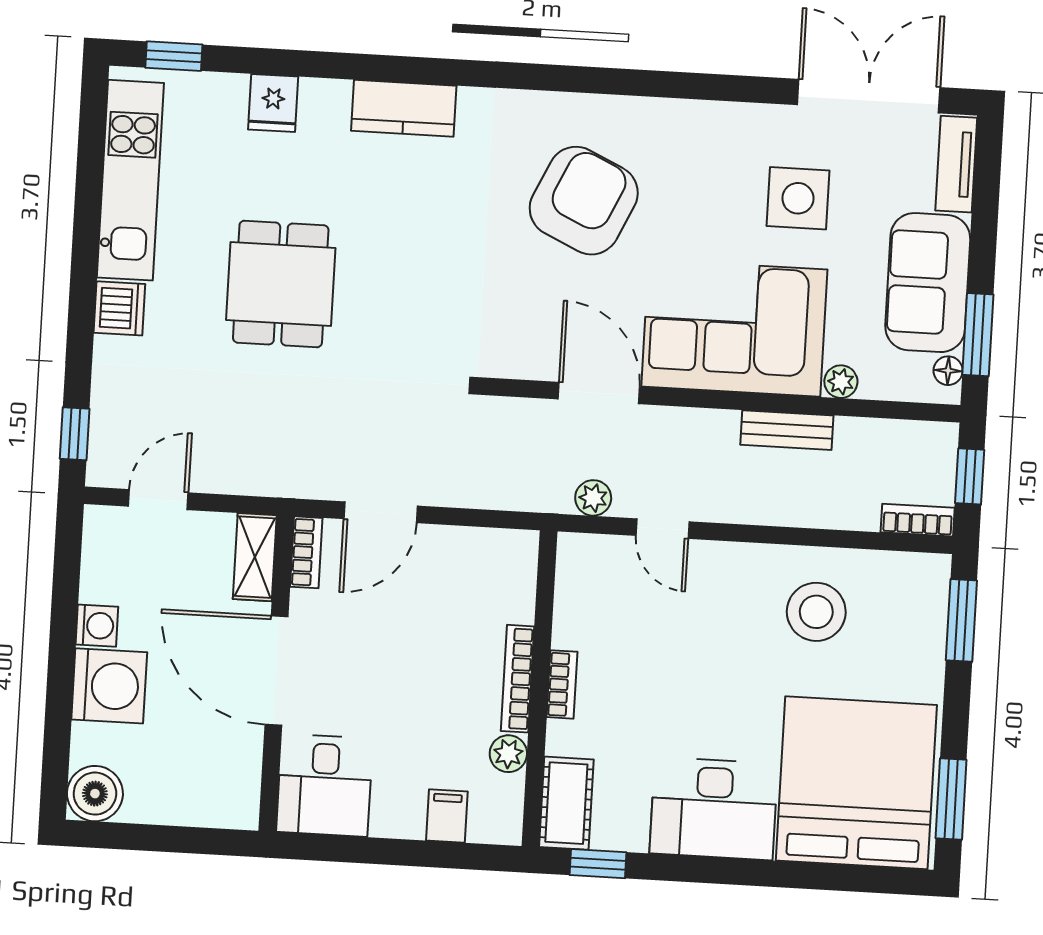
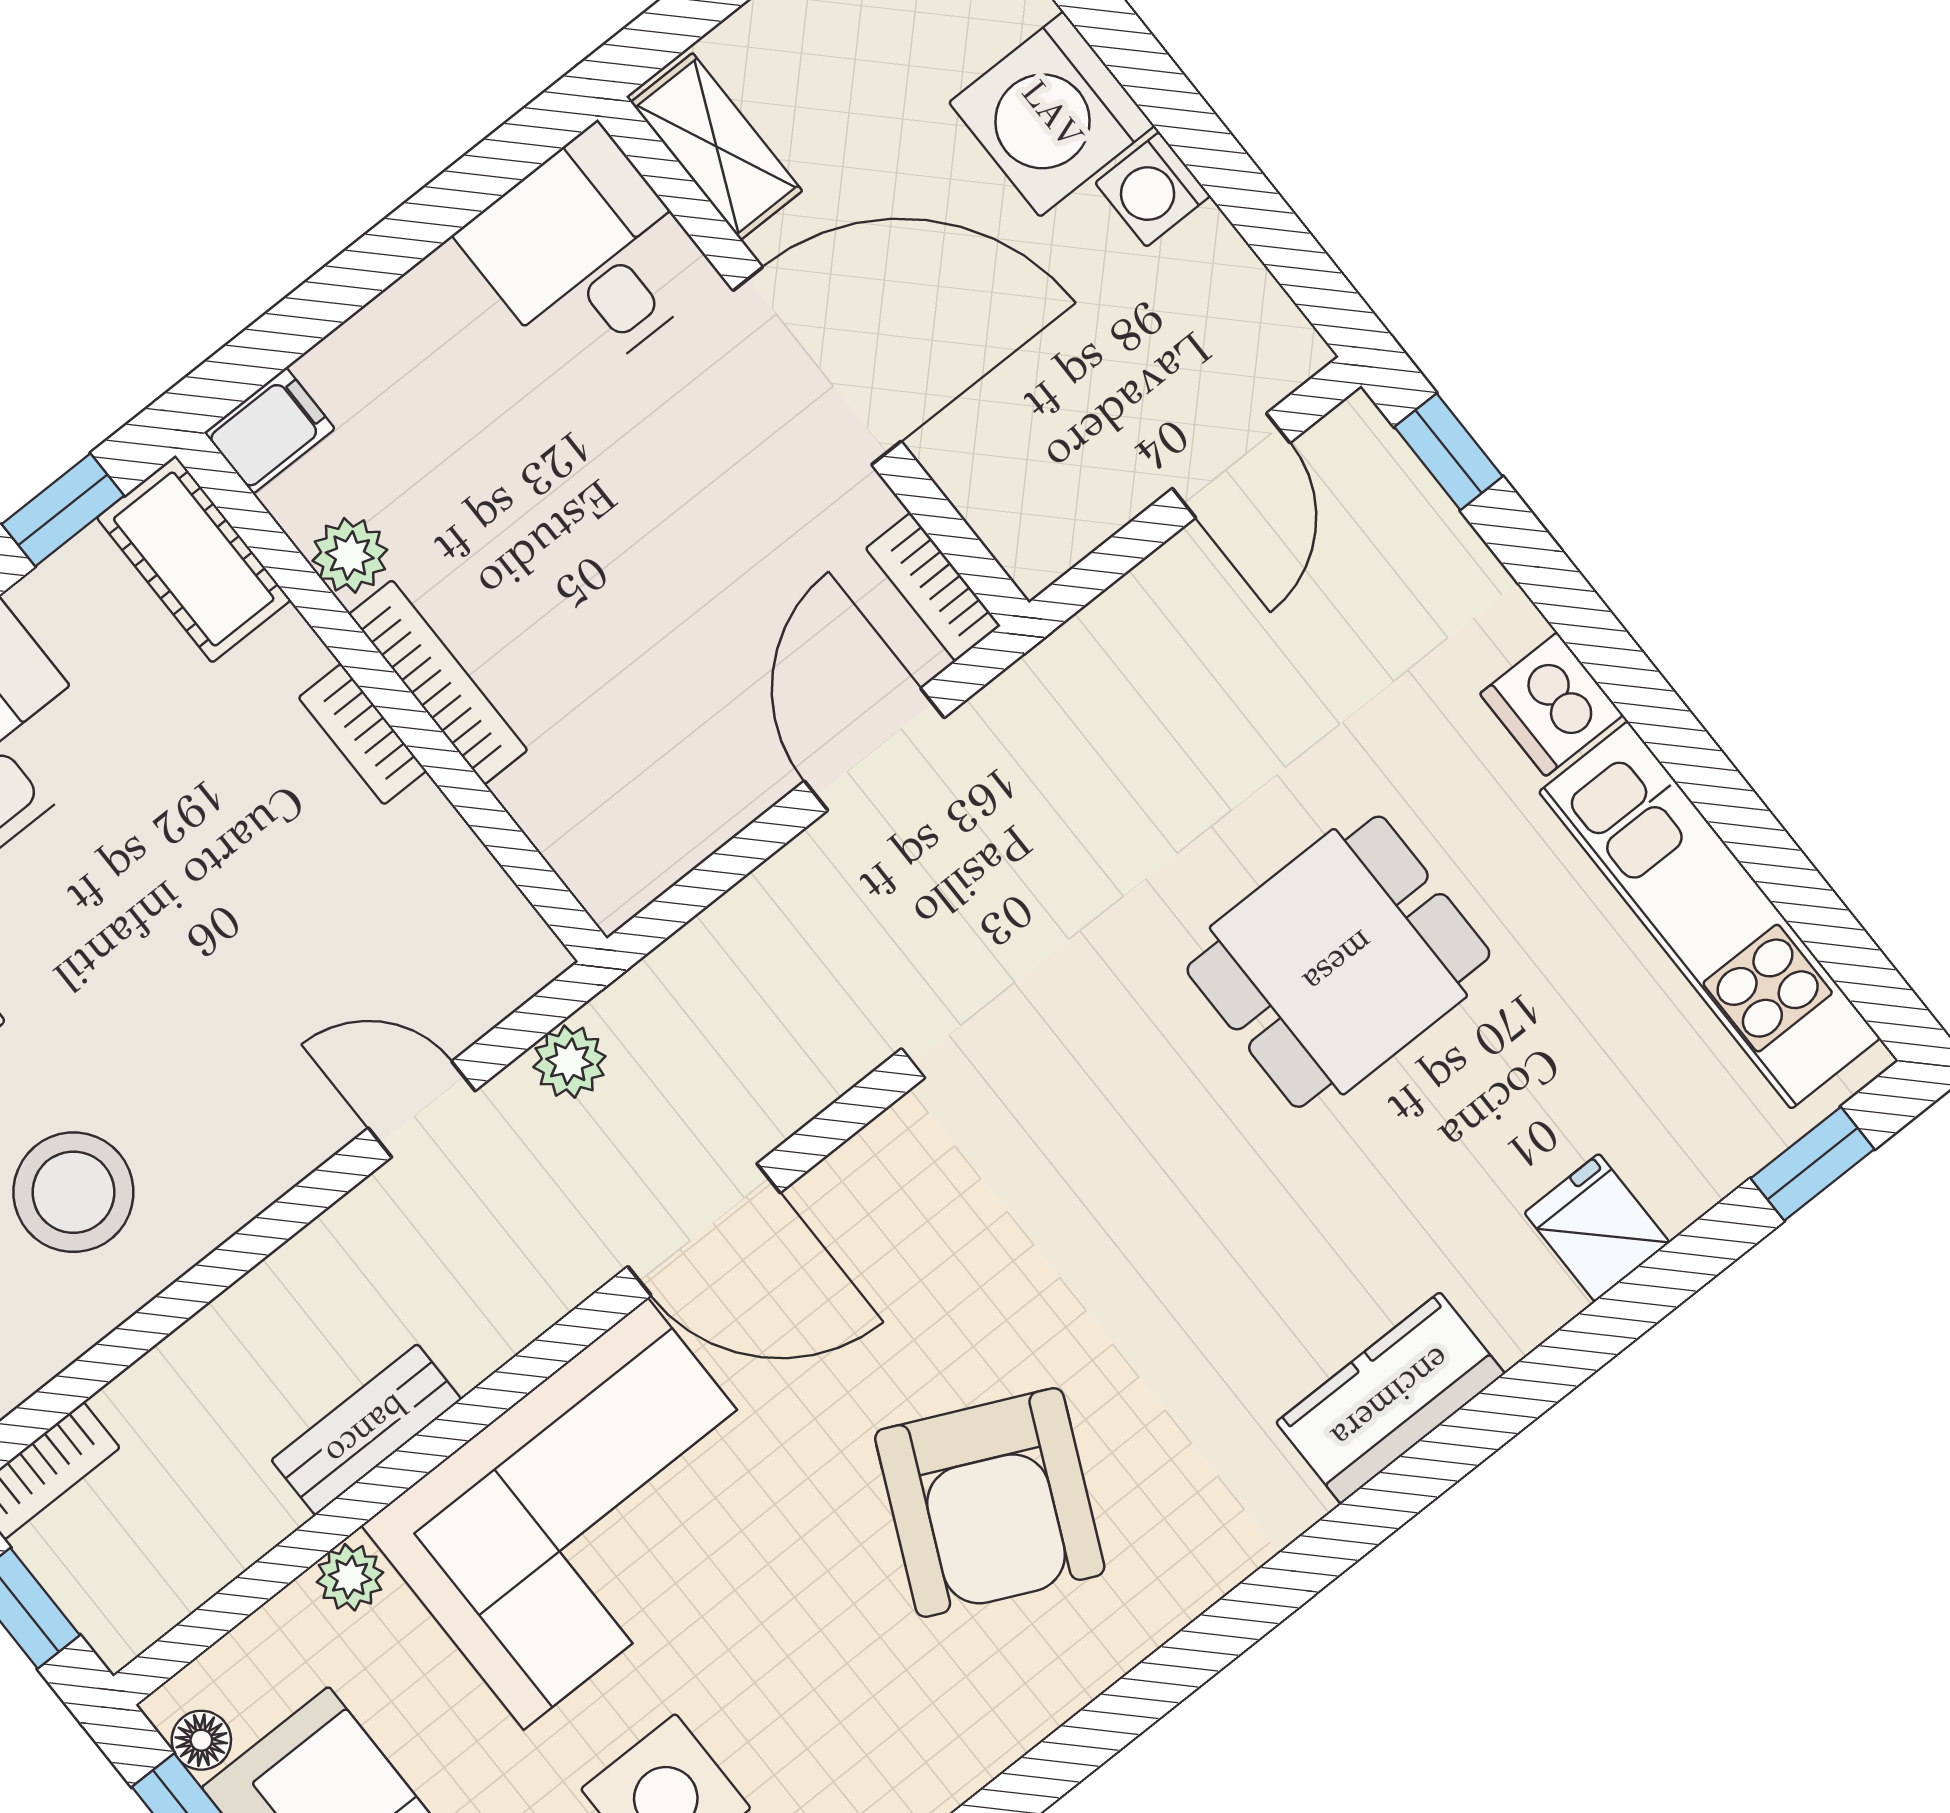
dining table: (281, 284) -> (1338, 962), turned 90
shelving: (255, 557) -> (716, 147), moved
filing cabinet: (447, 816) -> (269, 431), moved, turned -90

